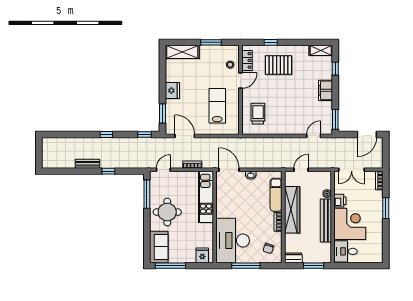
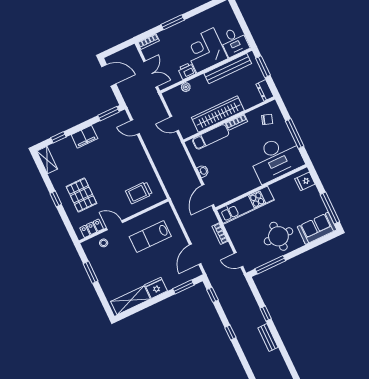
window: (271, 42) -> (56, 199), moved
shelving: (182, 52) -> (131, 300), moved, turned 90
bench: (326, 221) -> (228, 69), moved

